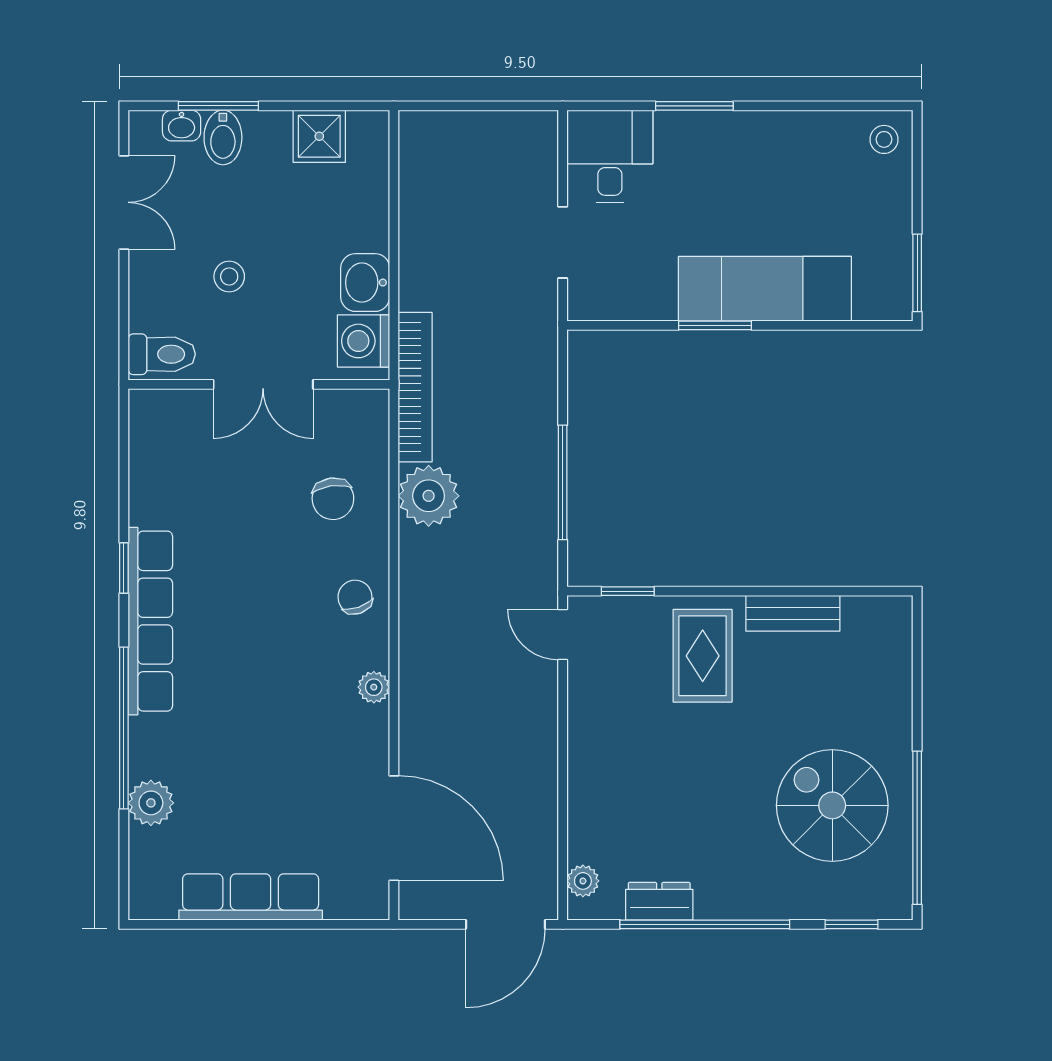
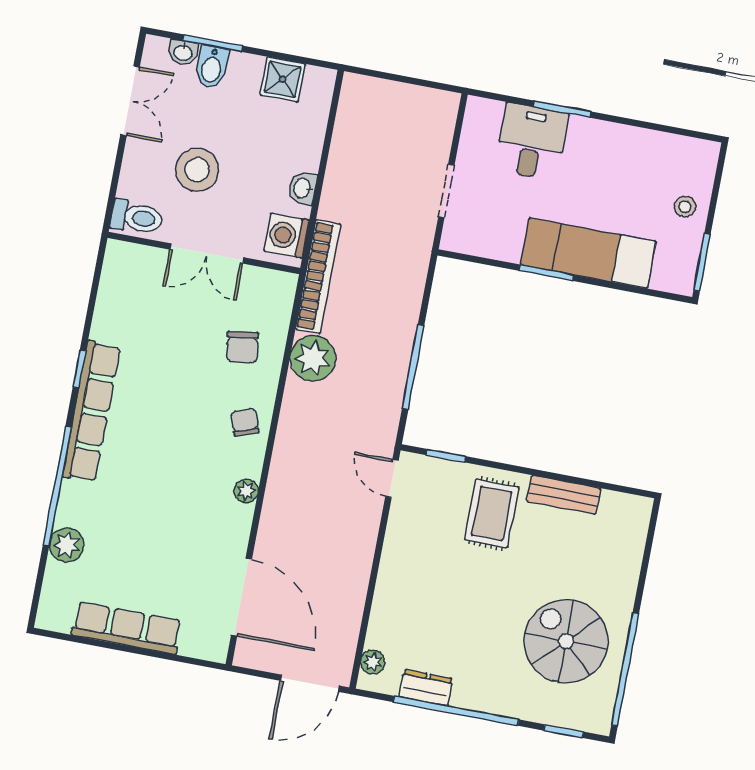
stool: (884, 139) -> (685, 207), moved
desk: (610, 156) -> (532, 142), moved
stool: (229, 276) -> (197, 170), width x1.89, depth x1.89
washbasin: (365, 283) -> (303, 188), width x0.72, depth x0.69

